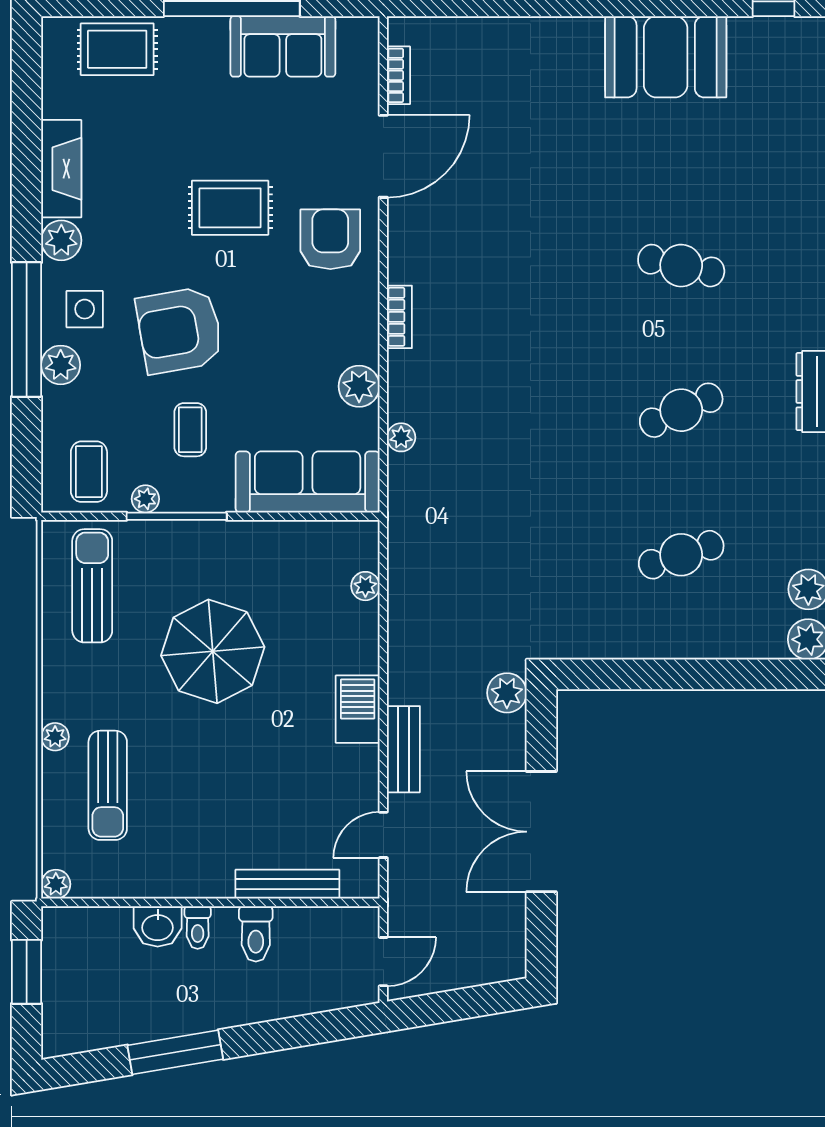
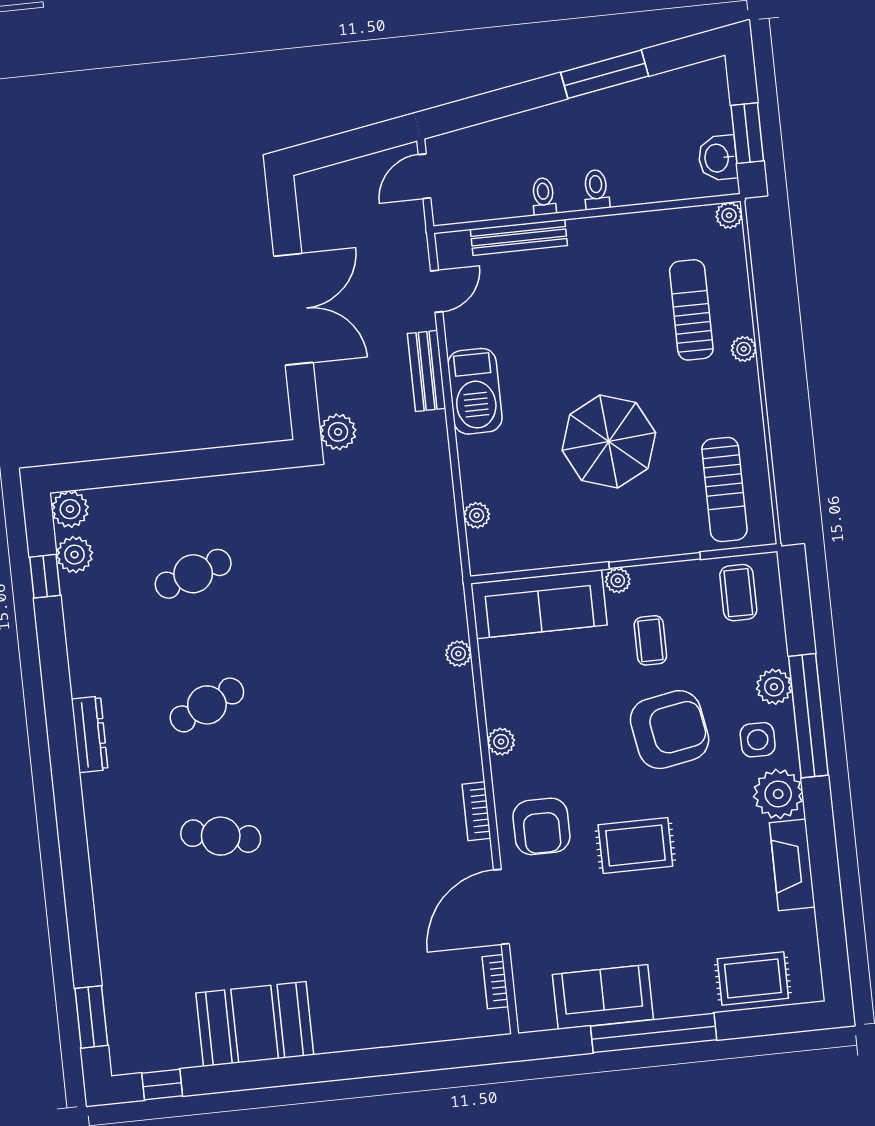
plant: (61, 240) -> (778, 794), width x1.36, depth x1.36
bookcase: (399, 317) -> (476, 811), moved
plant: (359, 386) -> (501, 742), moved, width x0.73, depth x0.73
plant: (145, 499) -> (618, 580), moved
barbecue: (358, 709) -> (475, 391), width x1.37, depth x1.21
washbasin: (158, 926) -> (718, 158), moved, turned -90
toilet: (256, 934) -> (544, 196), width x0.73, depth x0.72

